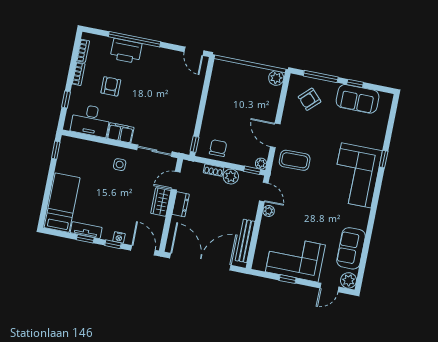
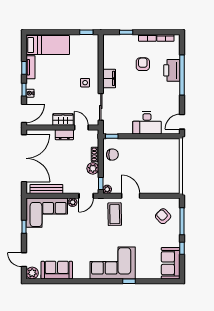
plant: (276, 78) -> (174, 188), removed
armchair: (111, 86) -> (143, 64), turned -90
sofa: (358, 99) -> (171, 263), moved
desk: (91, 120) -> (147, 123), moved, turned -90
door: (275, 135) -> (131, 196), hinge flipped
corner sofa: (295, 258) -> (47, 213), moved, turned 90

